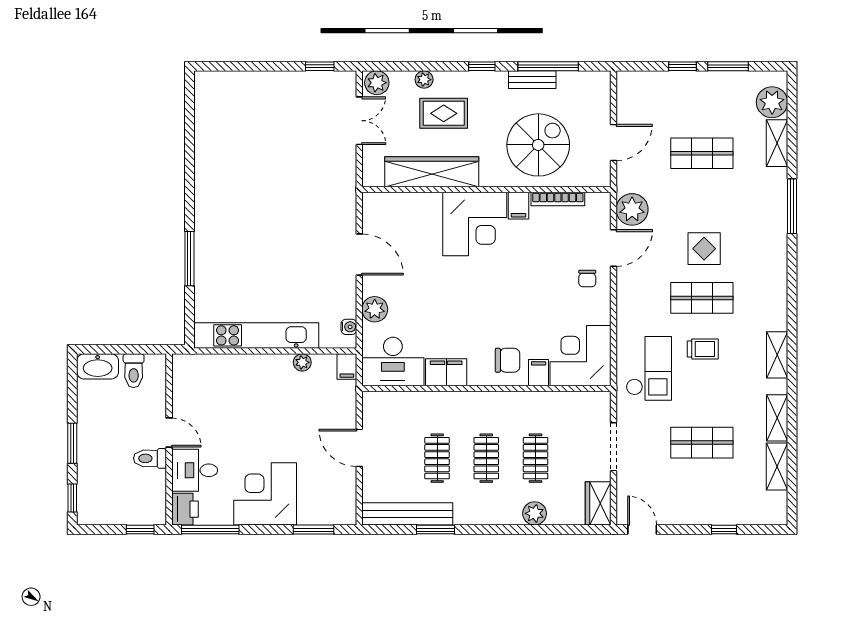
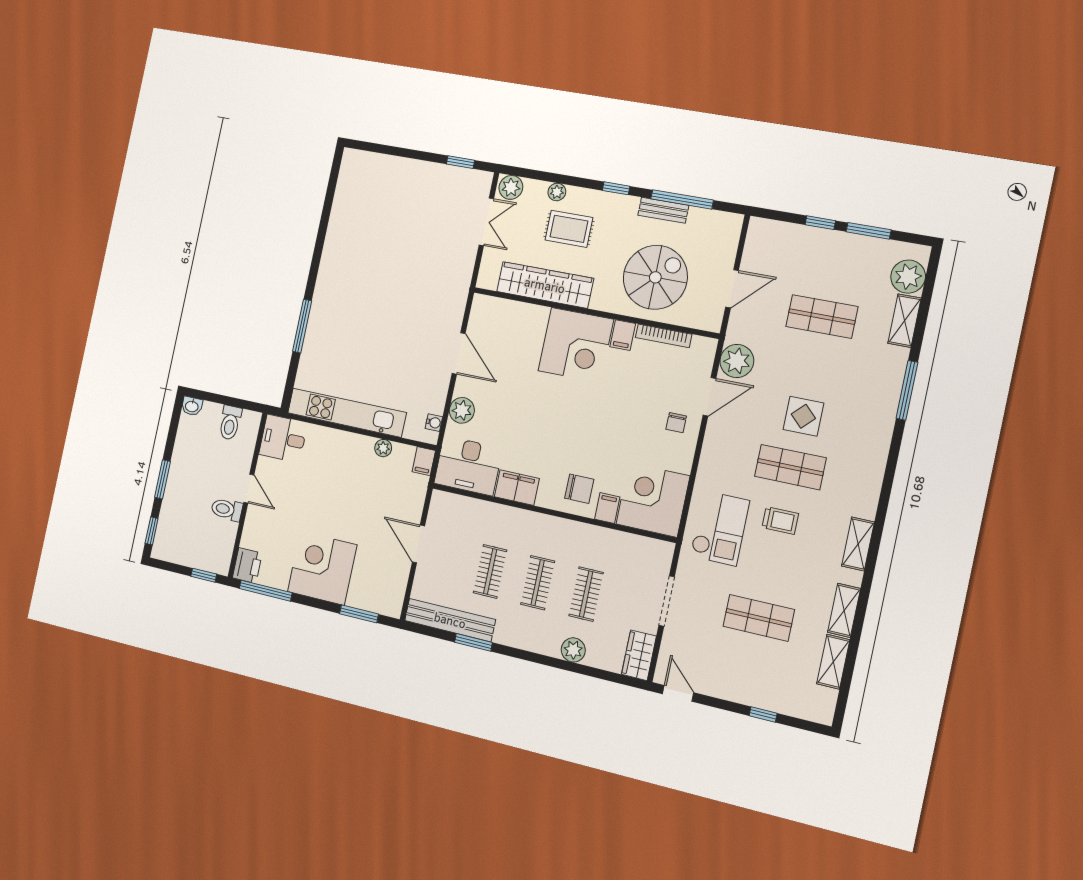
washbasin: (98, 366) -> (192, 406), width x0.52, depth x0.69
desk: (195, 470) -> (283, 439), moved

